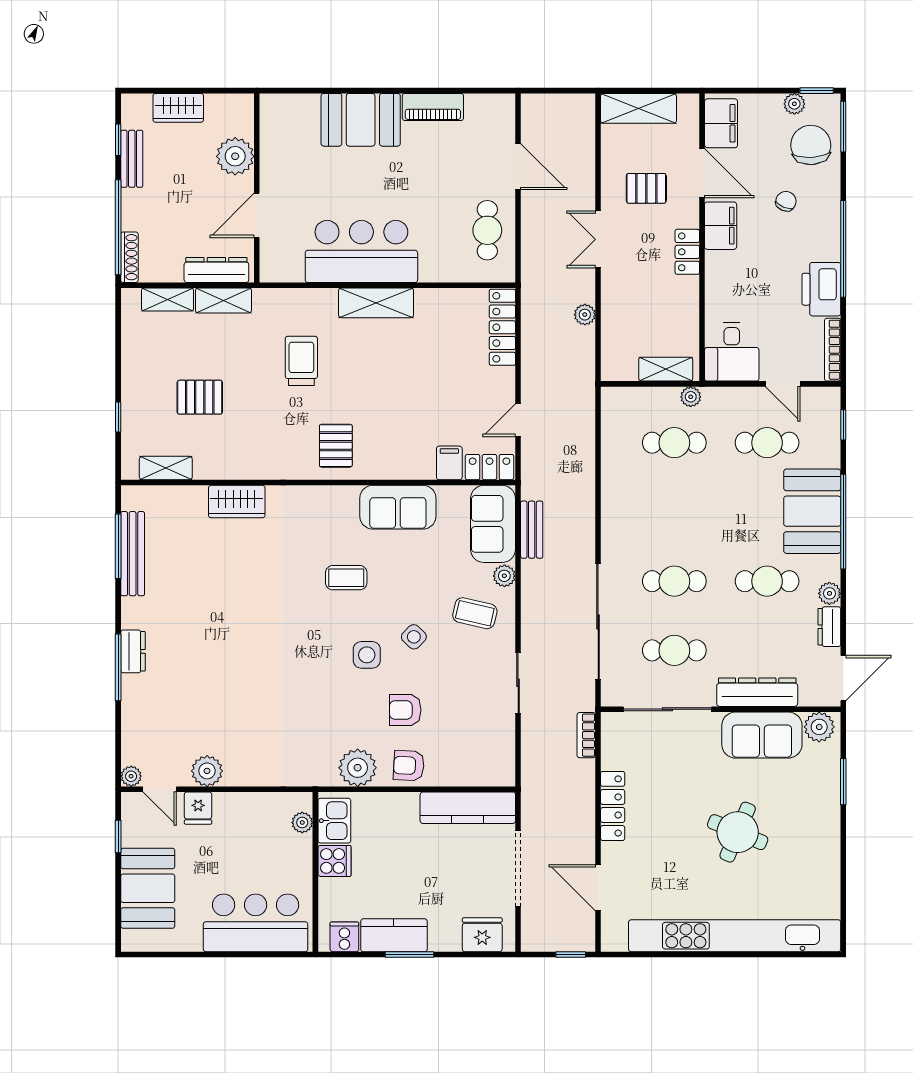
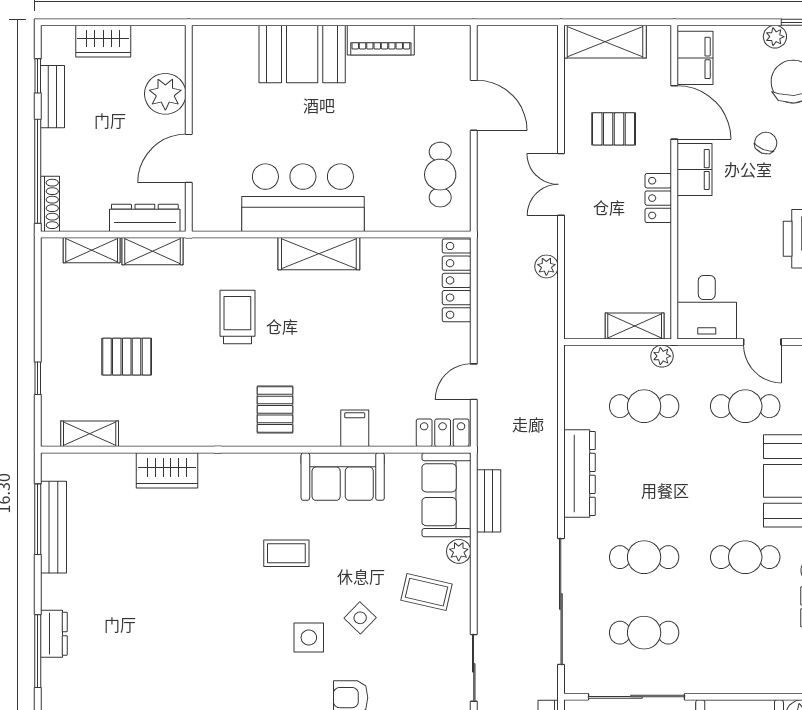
filing cabinet: (449, 463) -> (355, 428), moved
dresser: (757, 692) -> (579, 473), moved, turned 90

